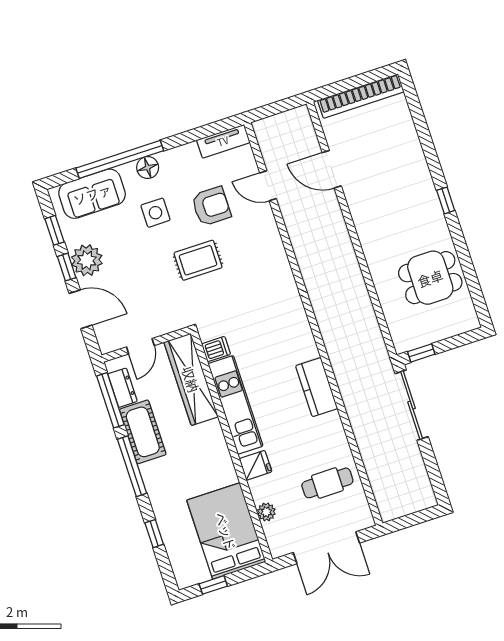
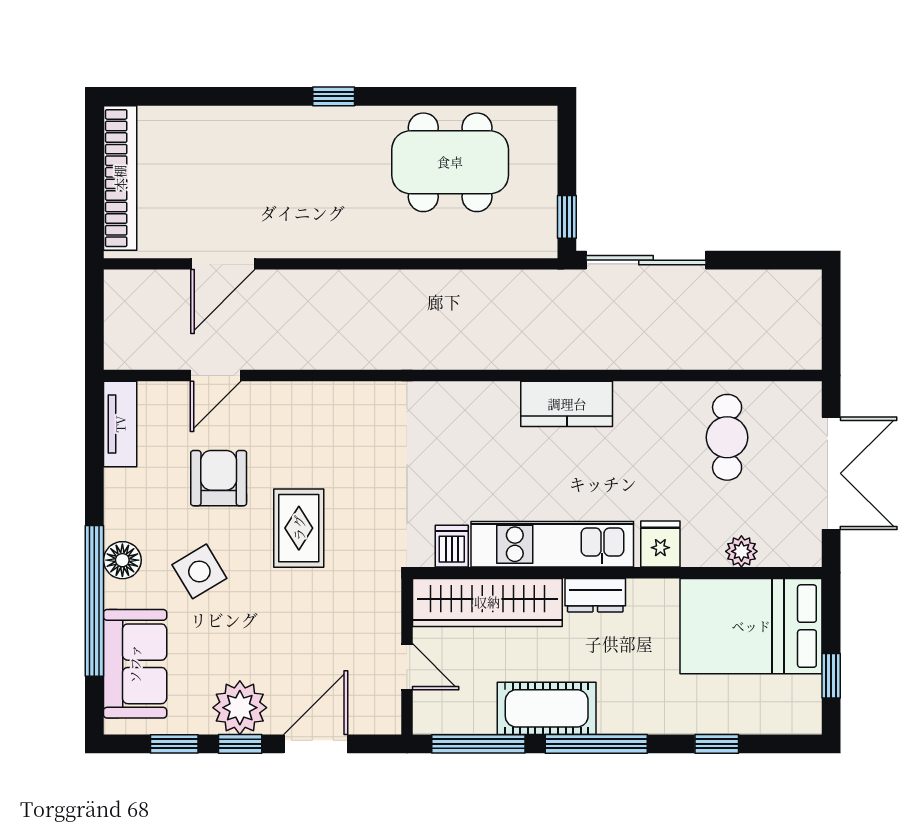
side table: (155, 213) -> (199, 571), turned -31
dining table: (430, 278) -> (450, 162), width x1.38
dresser: (122, 388) -> (595, 595), moved, turned 180

